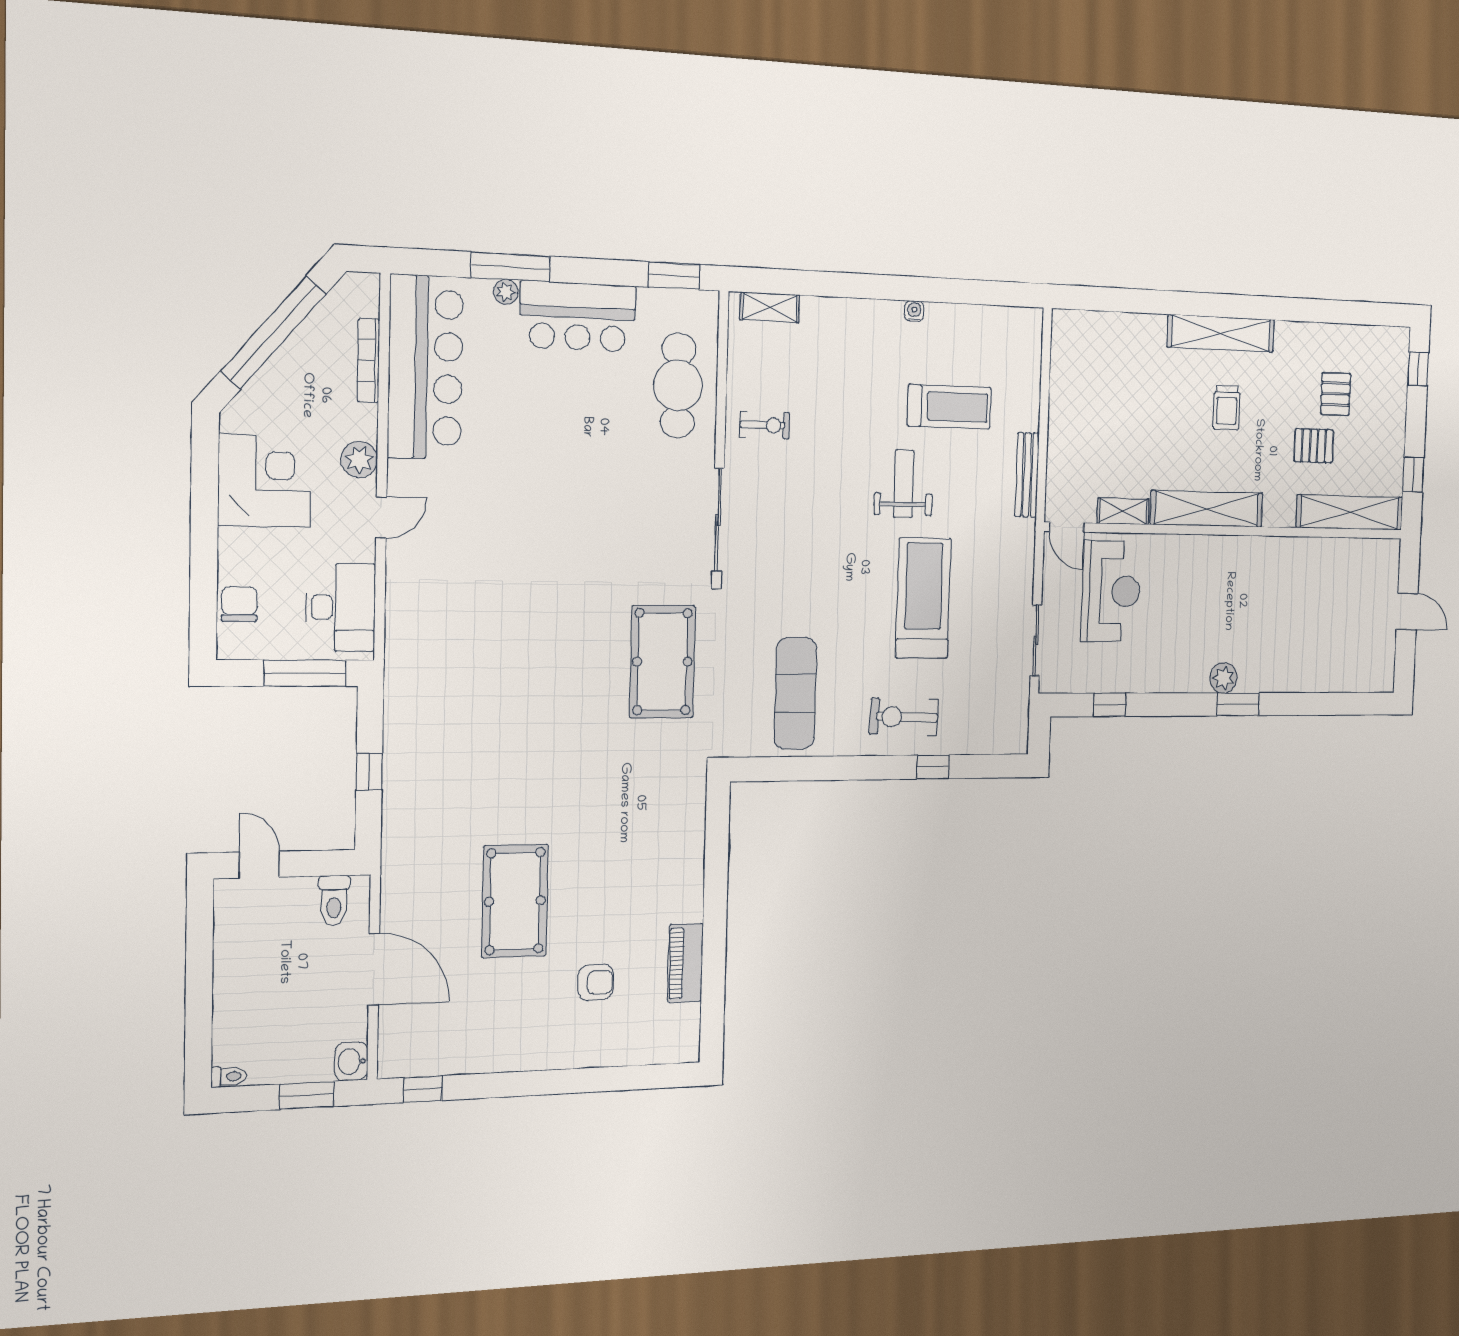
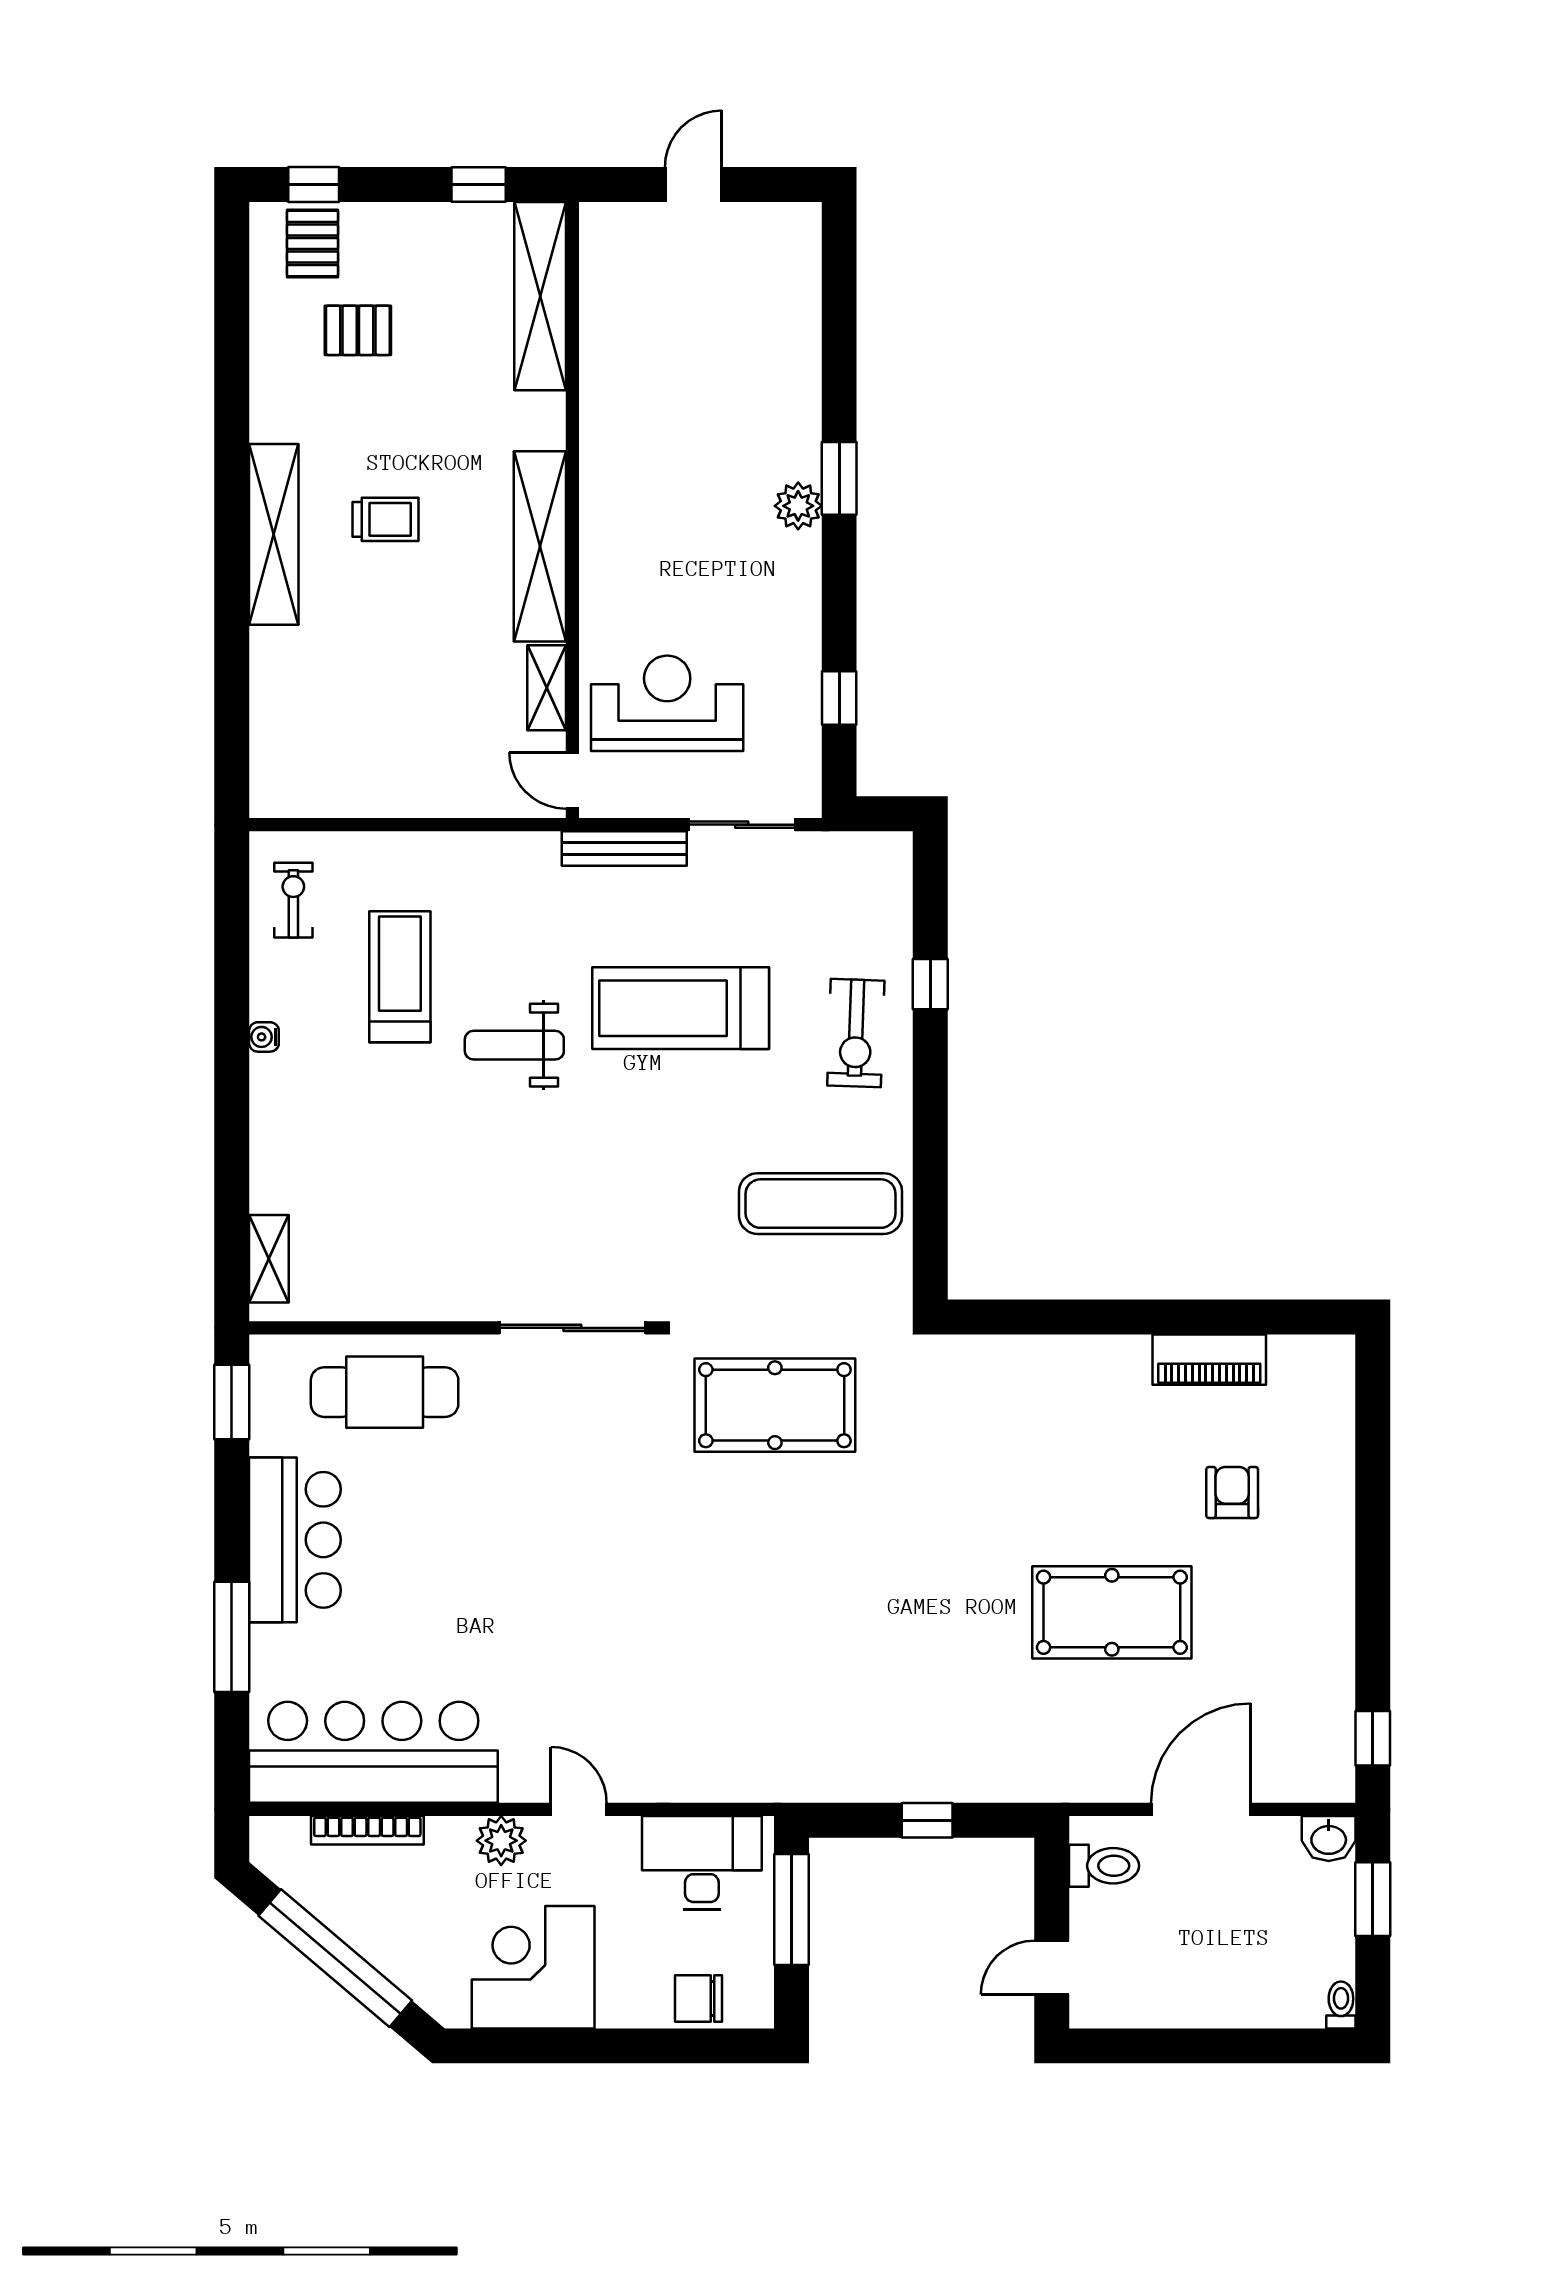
plant: (506, 292) -> (266, 1643), removed
exercise bike: (765, 425) -> (293, 900), moved
pallet: (1314, 446) -> (313, 244), moved
bench: (1027, 475) -> (624, 849), moved
door: (1067, 527) -> (572, 781), swing flipped

